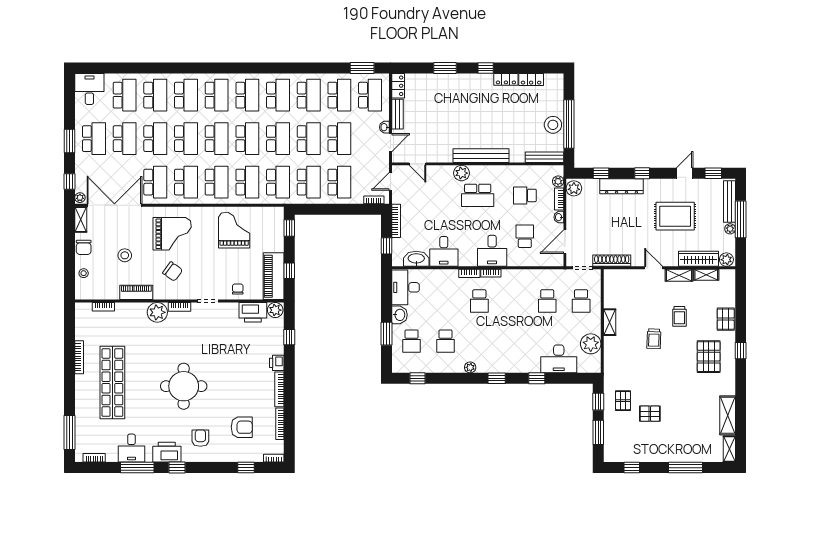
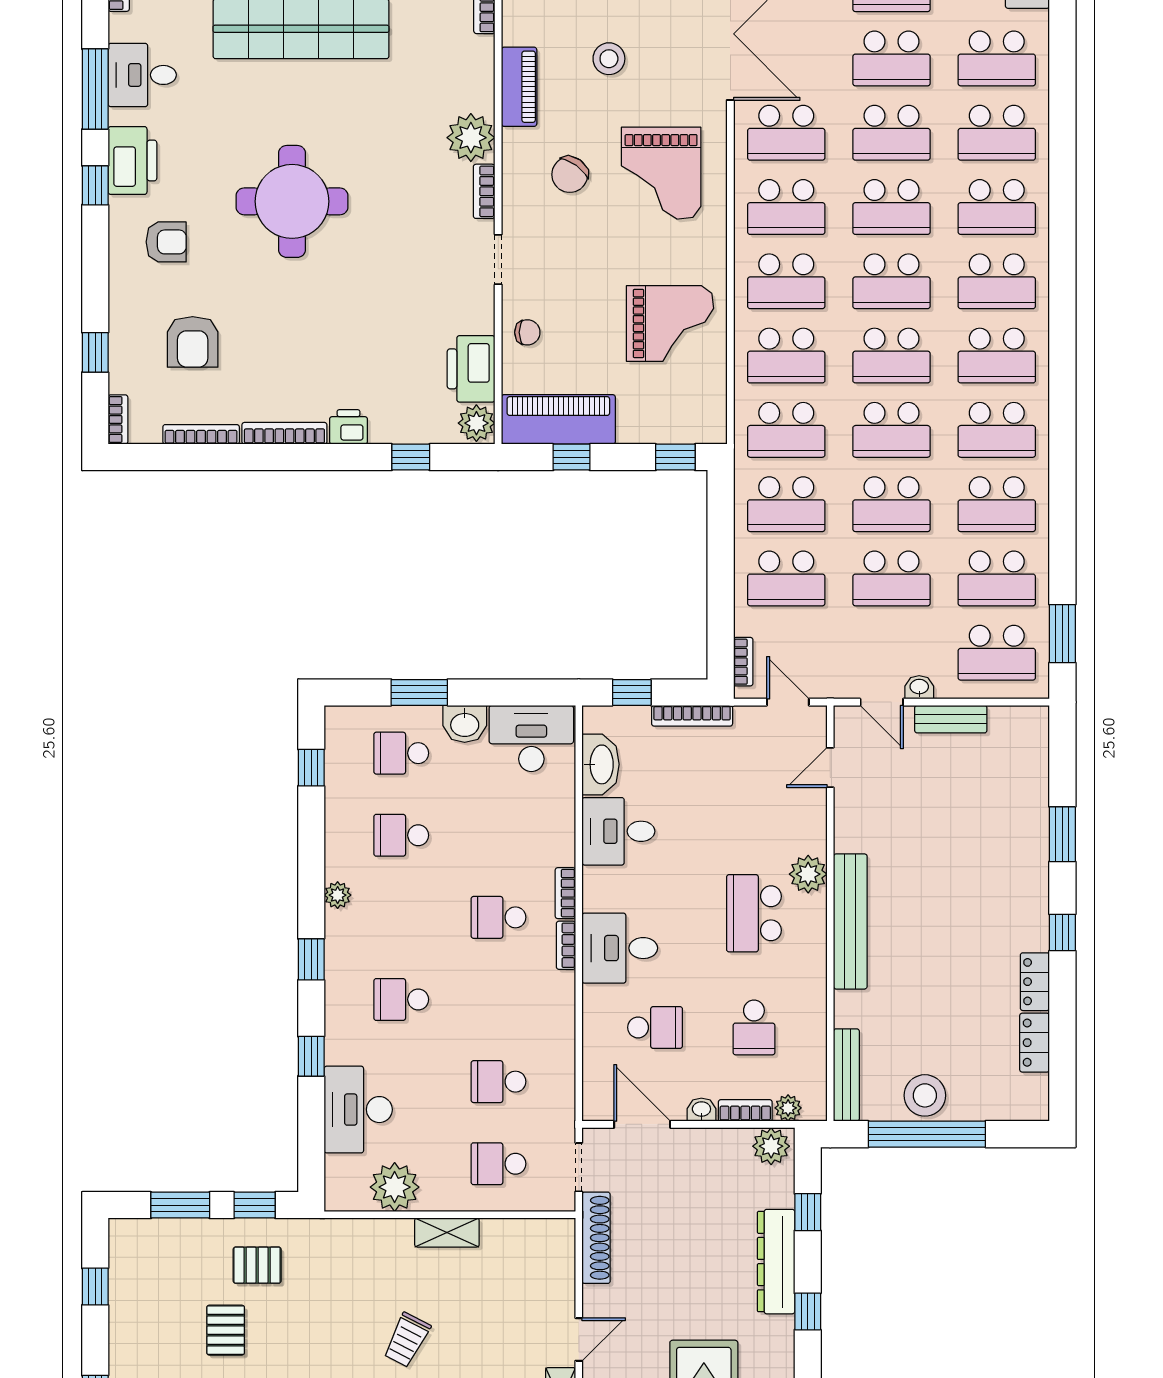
locker: (398, 86) -> (1020, 720), removed
school desk: (525, 195) -> (754, 1027), turned 180
trolley: (654, 339) -> (407, 1340), turned -65
school desk: (513, 341) -> (401, 999), added

